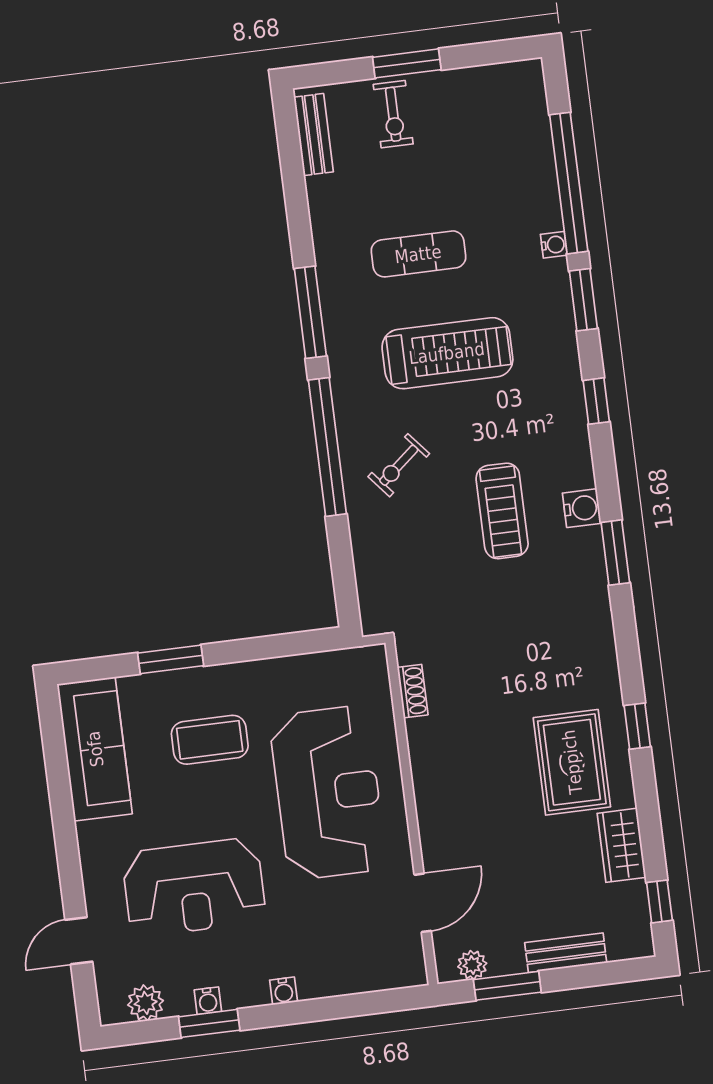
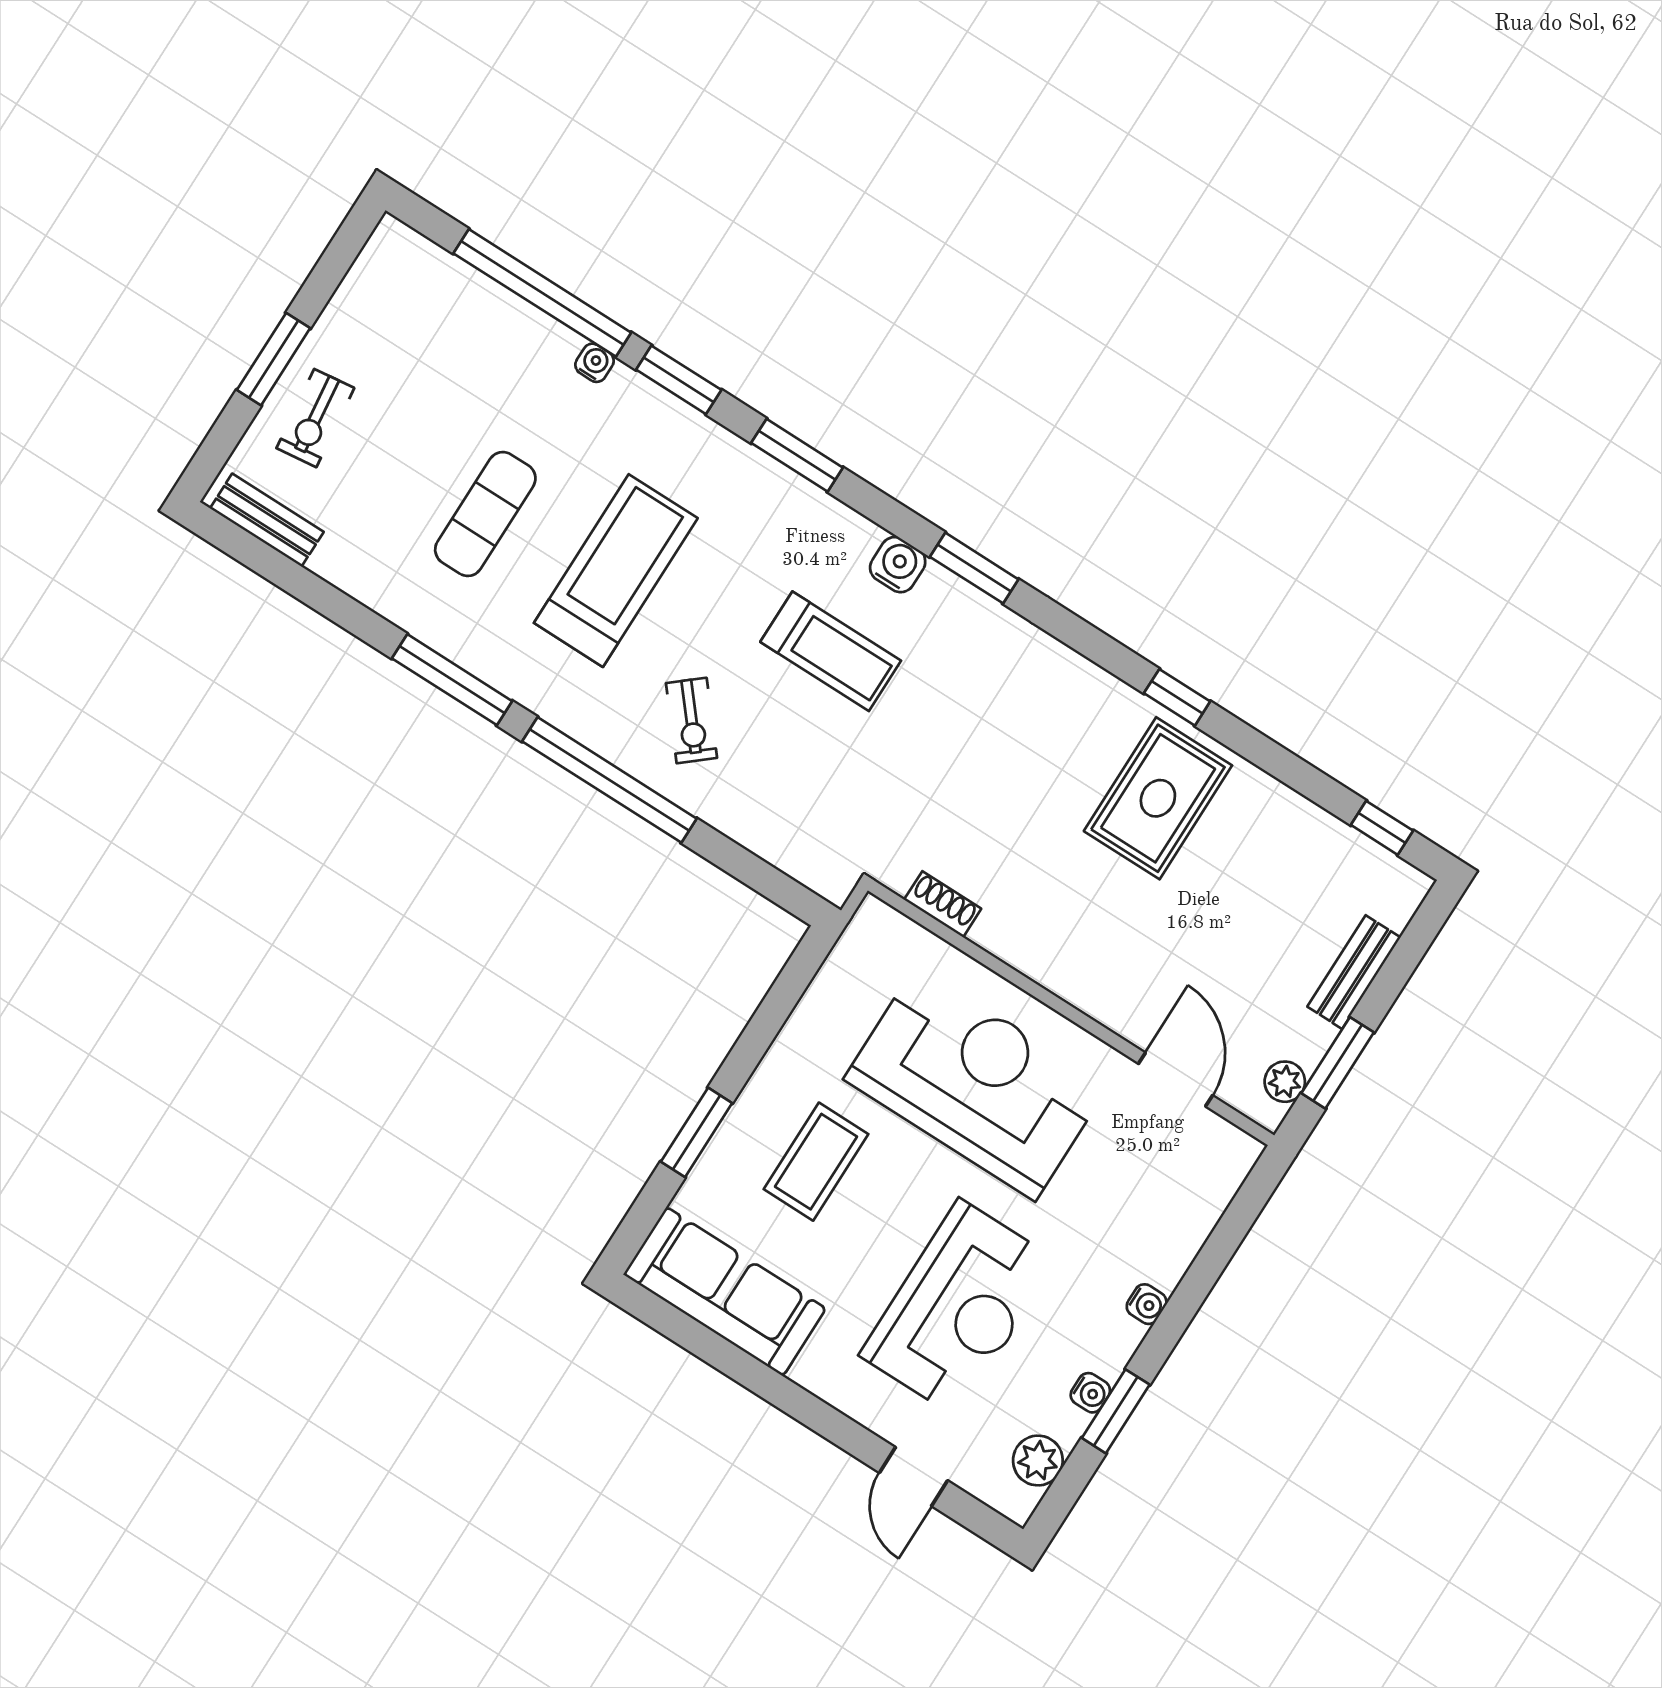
exercise bike: (393, 114) -> (315, 418), turned 83
window: (596, 401) -> (797, 455), width x1.50
rug: (572, 762) -> (1158, 798), turned 90
wardrobe: (621, 845) -> (1289, 819), removed

